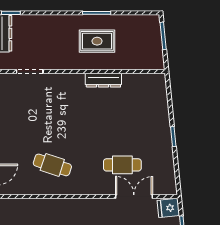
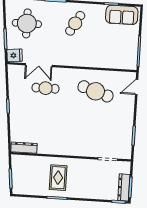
rug: (97, 41) -> (58, 178), turned 90
dresser: (103, 80) -> (24, 148), moved
cafe table: (52, 165) -> (96, 91), width x1.37, depth x1.35

